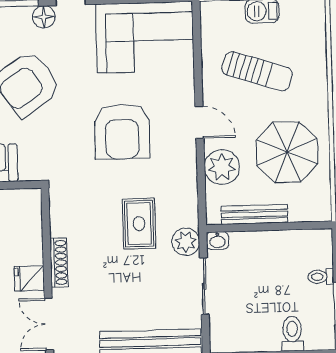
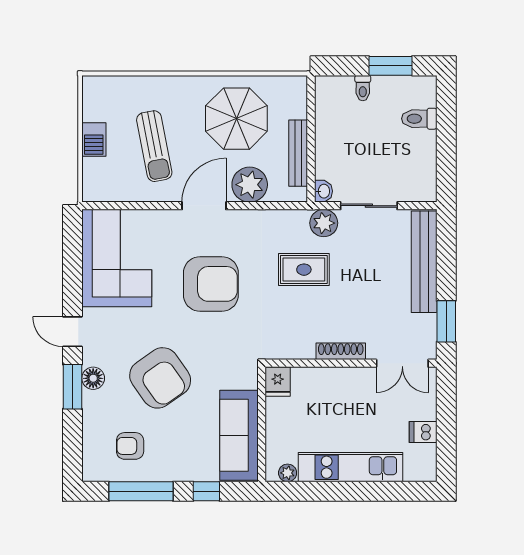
floor lamp: (44, 17) -> (93, 378), moved
sun lounger: (257, 71) -> (154, 146), turned 151
door: (199, 122) -> (204, 206), width x1.37
fridge: (29, 278) -> (278, 382), moved

